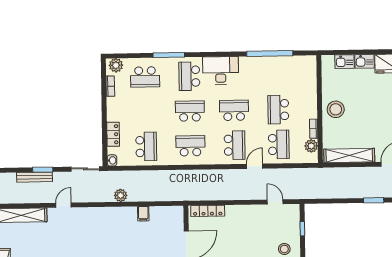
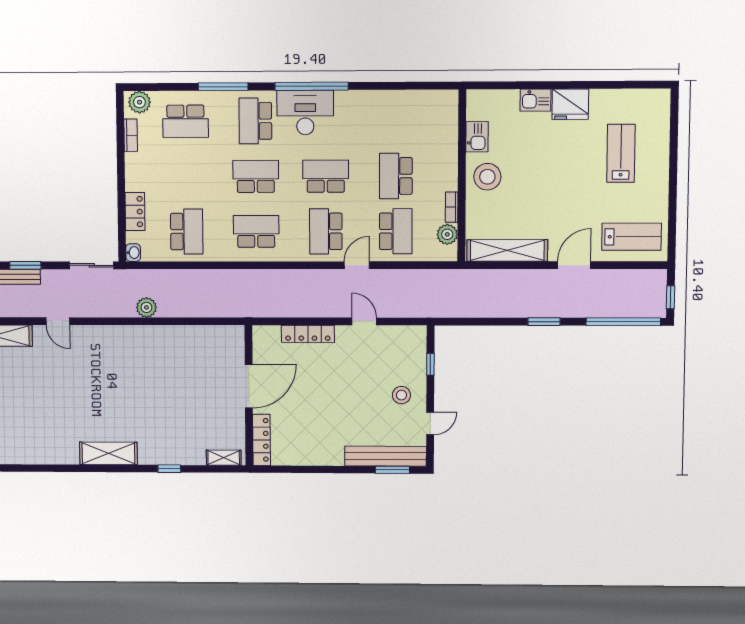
window: (270, 54) -> (312, 86), moved
kitchen sink: (344, 62) -> (477, 137), moved, turned -90
school desk: (235, 145) -> (326, 231), turned 180
door: (275, 202) -> (364, 321), moved
door: (63, 205) -> (58, 321), swing flipped
locker: (208, 211) -> (308, 334), moved
filing cabinet: (143, 214) -> (182, 336), removed

